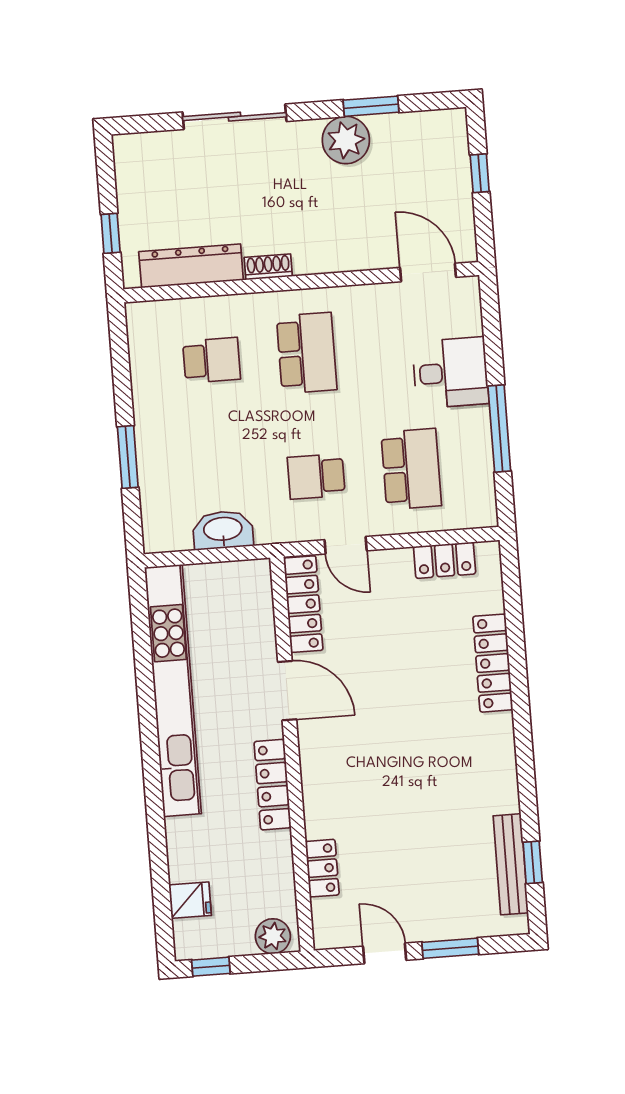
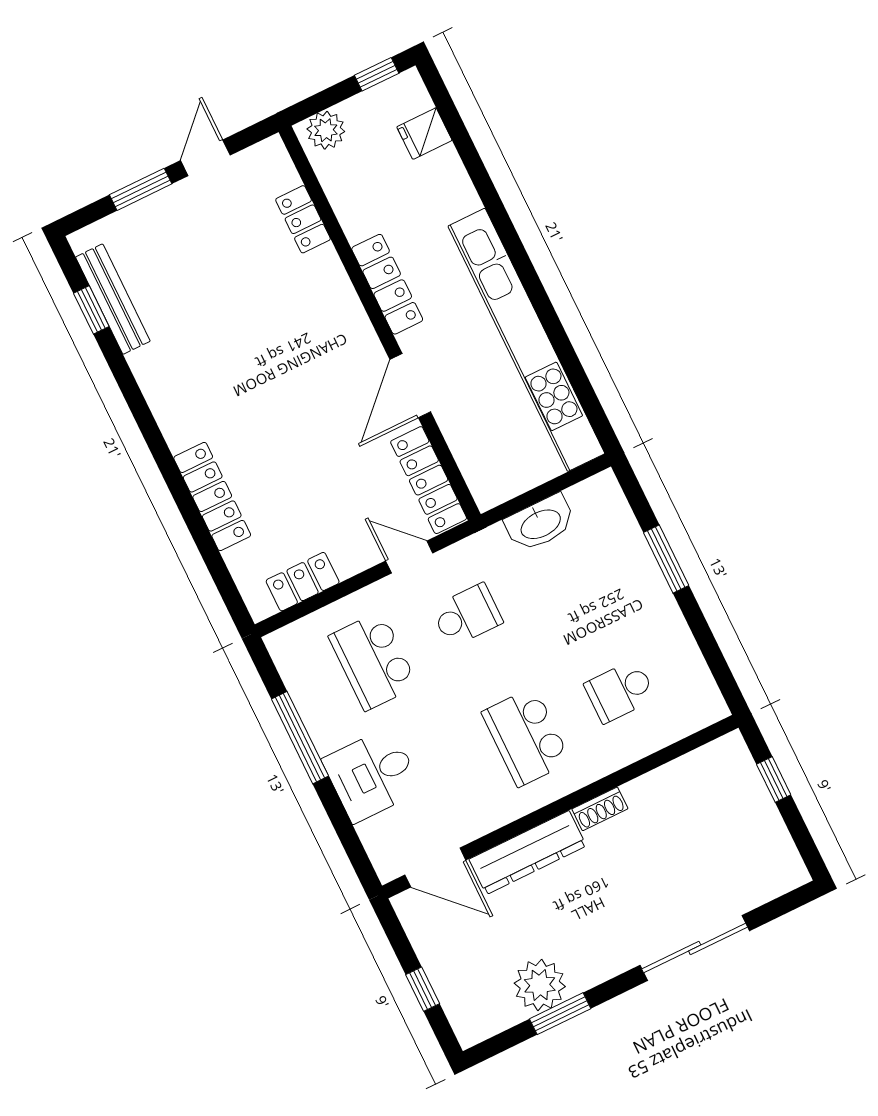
plant: (346, 140) -> (540, 985), moved
dresser: (191, 266) -> (528, 853), moved
door: (287, 691) -> (410, 386), hinge flipped
door: (385, 953) -> (205, 158), swing flipped

